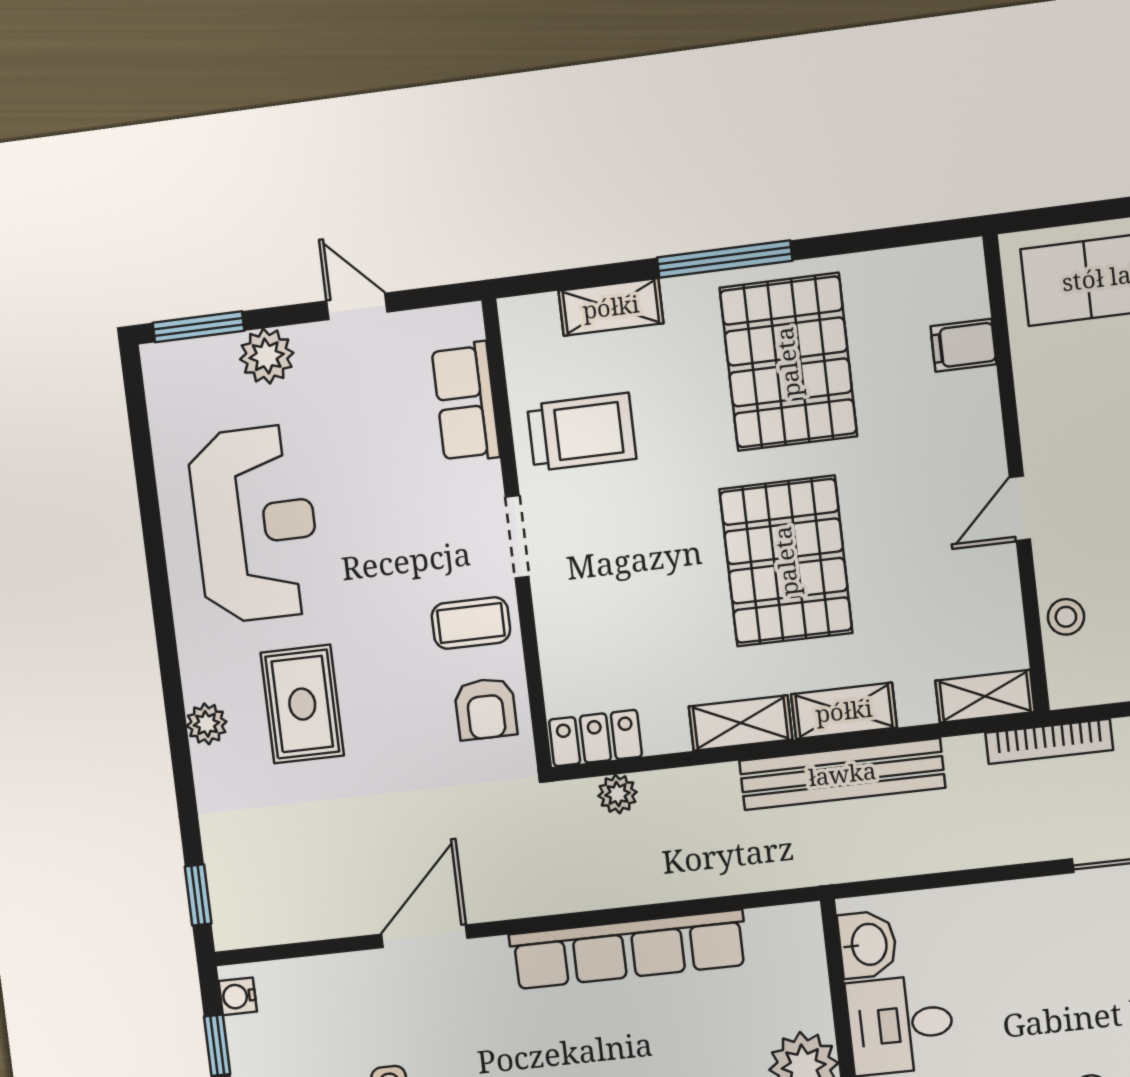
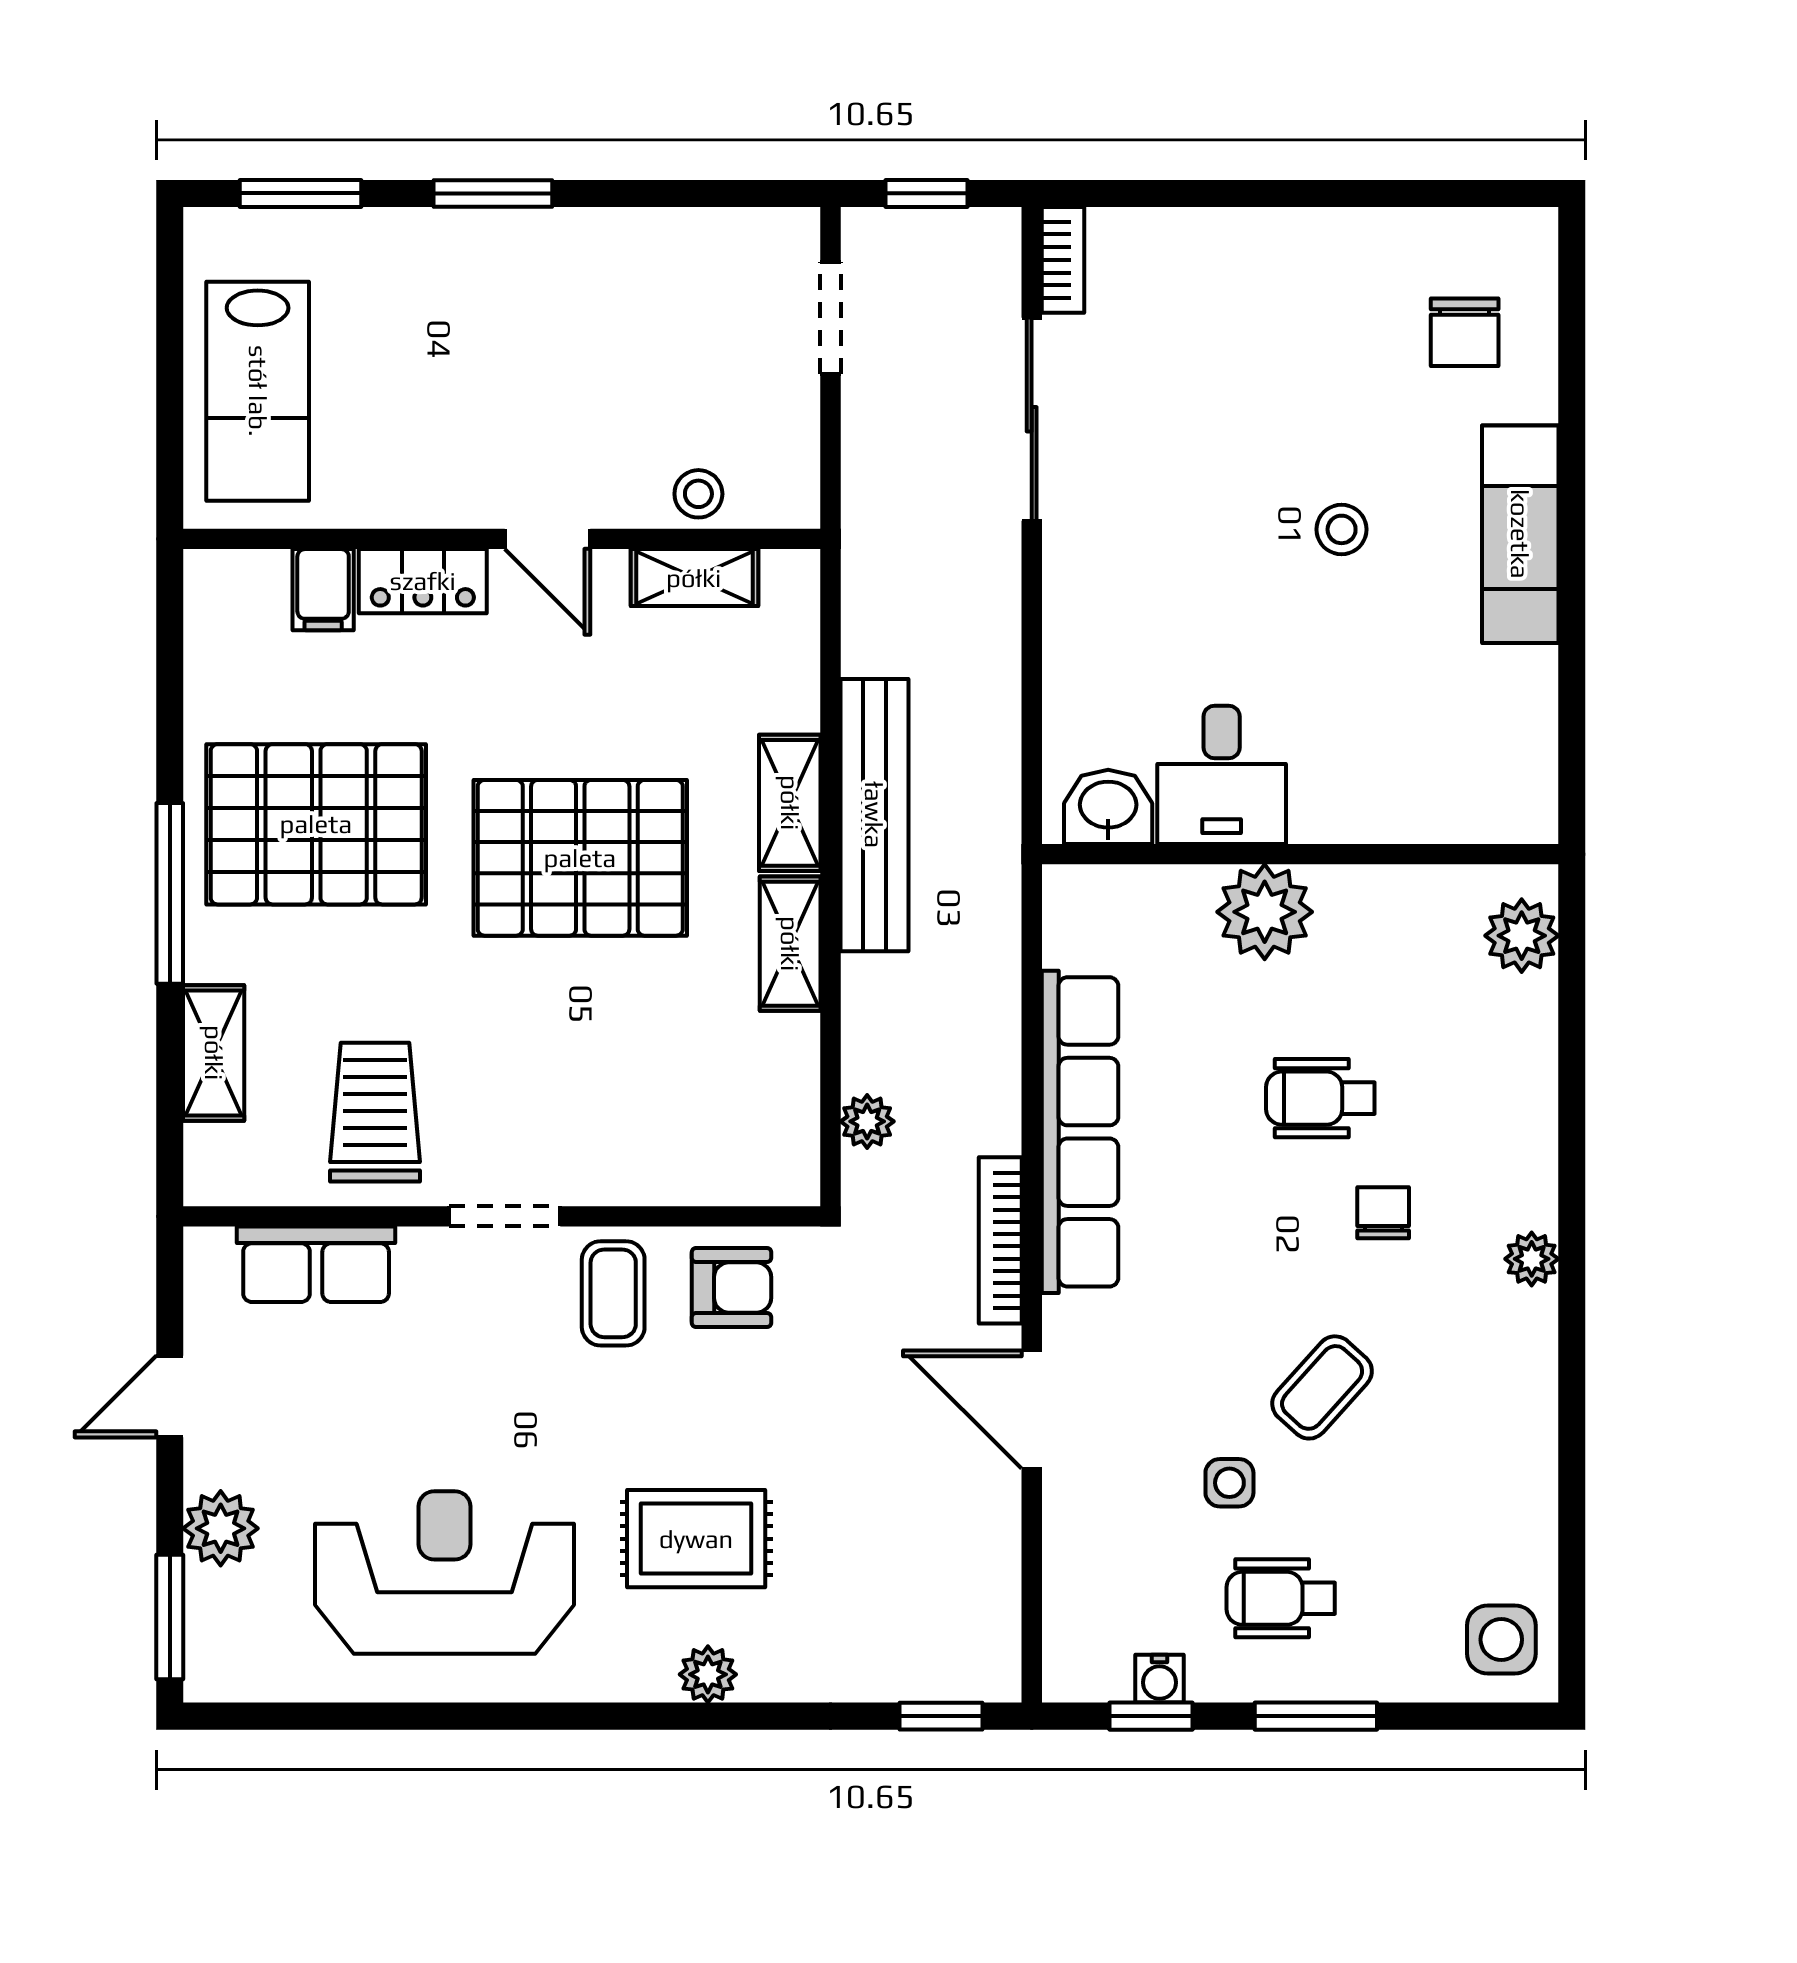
shelving: (985, 696) -> (694, 578), moved, turned 90
locker: (595, 738) -> (423, 581), moved, turned -90
bookcase: (1049, 741) -> (1000, 1240), moved, turned 180
water cooler: (238, 996) -> (1159, 1679), moved

